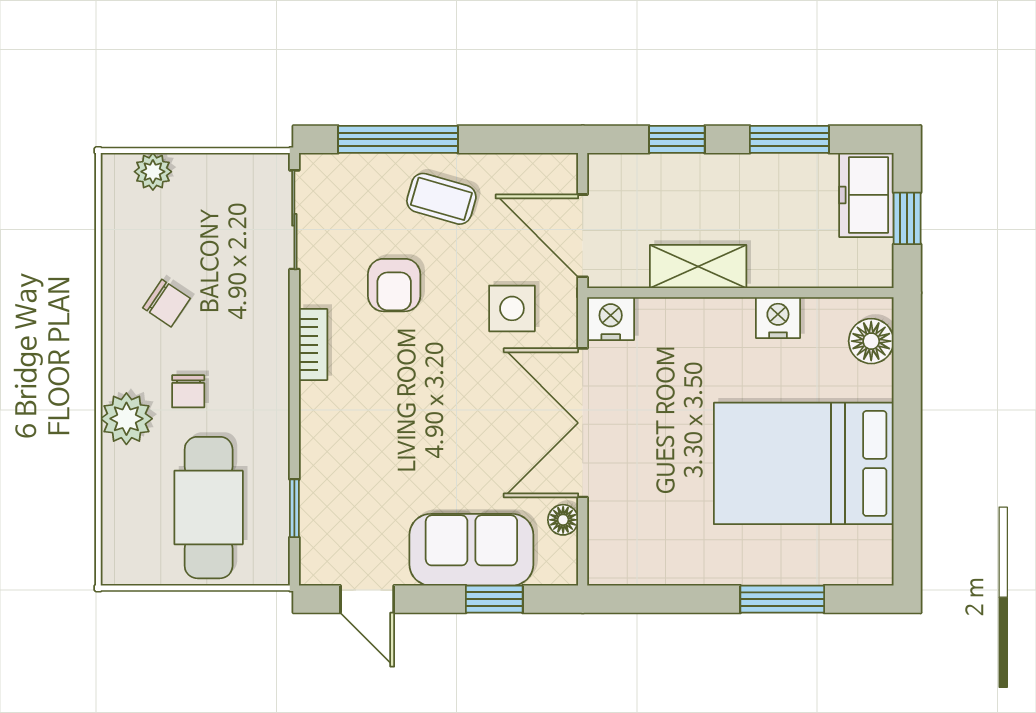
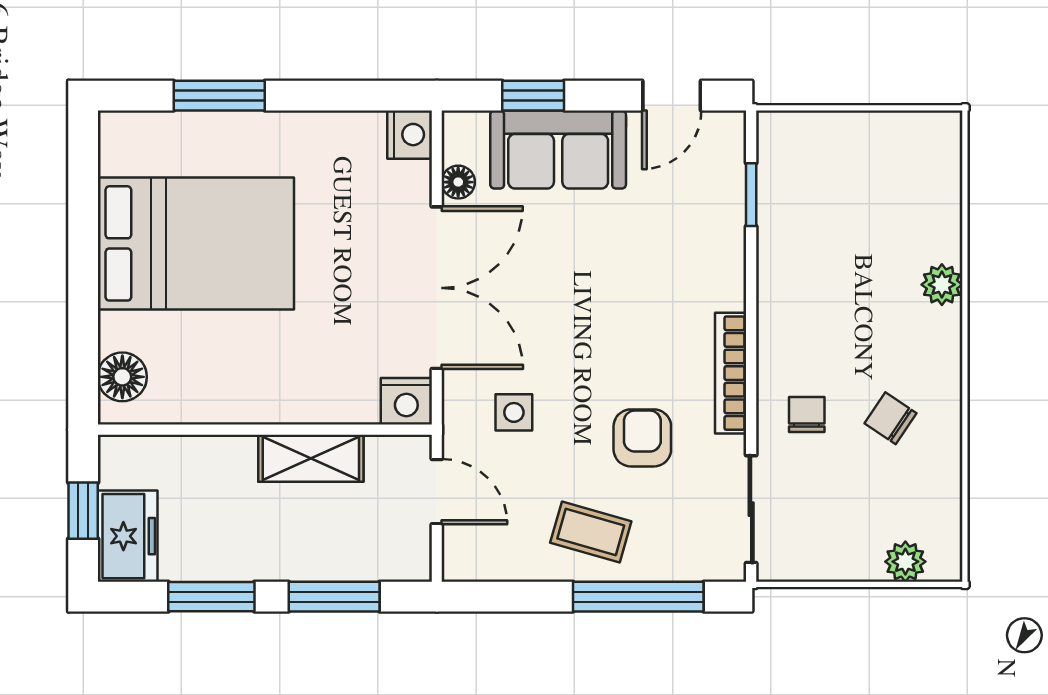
window: (677, 139) -> (334, 597), width x1.50
door: (583, 236) -> (437, 492), width x0.73
side table: (512, 308) -> (514, 412), width x0.73, depth x0.73
nightstand: (778, 318) -> (410, 135), moved, turned -90
bookcase: (313, 345) -> (731, 373), width x1.56
chair: (188, 391) -> (807, 414), moved
plant: (126, 419) -> (942, 285), width x0.73, depth x0.73
cafe table: (209, 508) -> (845, 195), removed
door: (367, 599) -> (672, 96), swing flipped

